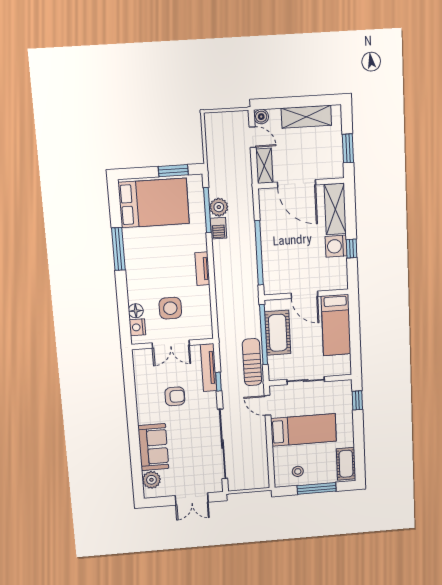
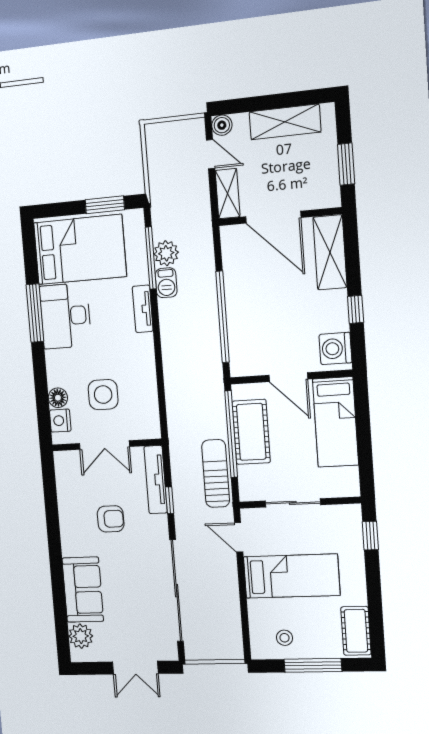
washing machine: (336, 246) -> (335, 349), moved
desk: (142, 251) -> (65, 316), added
tv unit: (202, 269) -> (143, 309), moved

